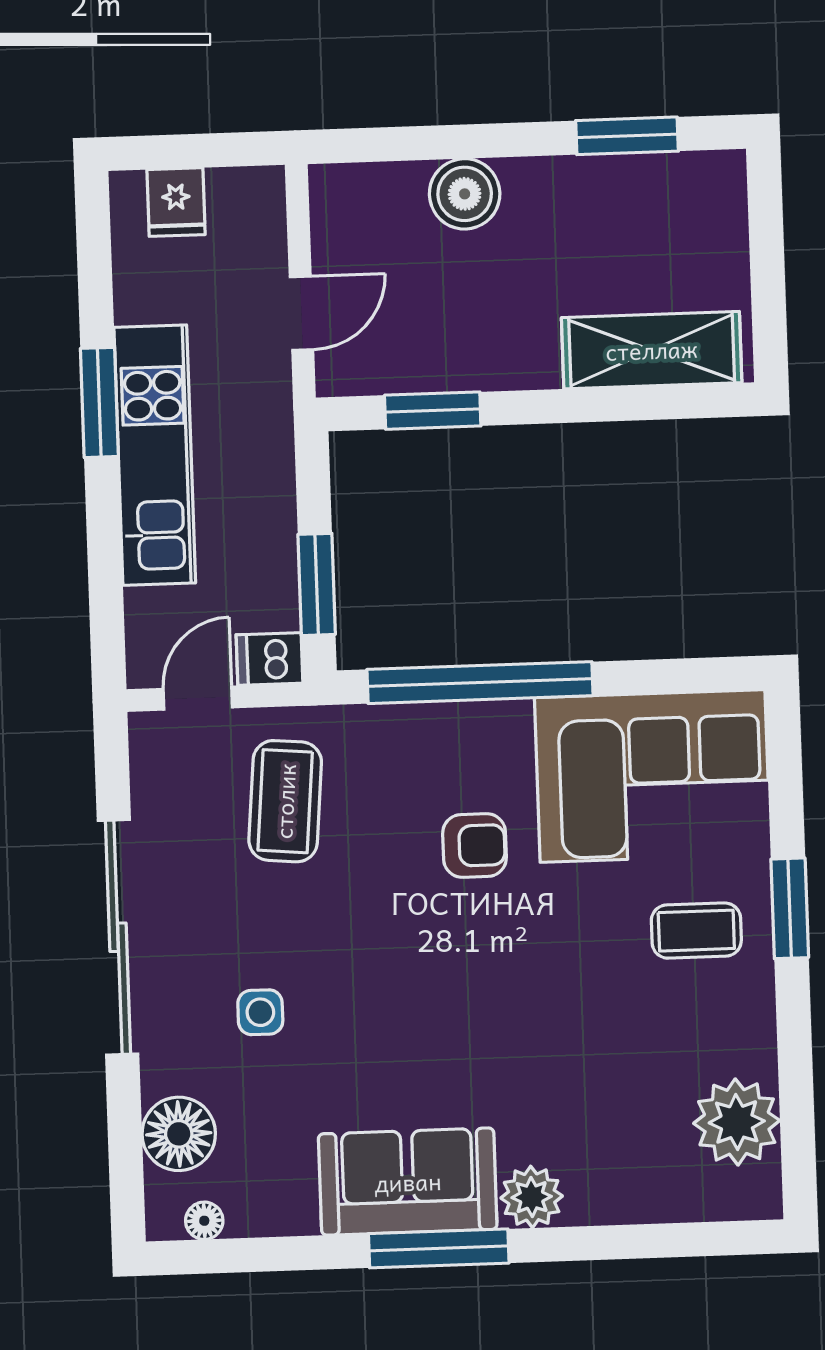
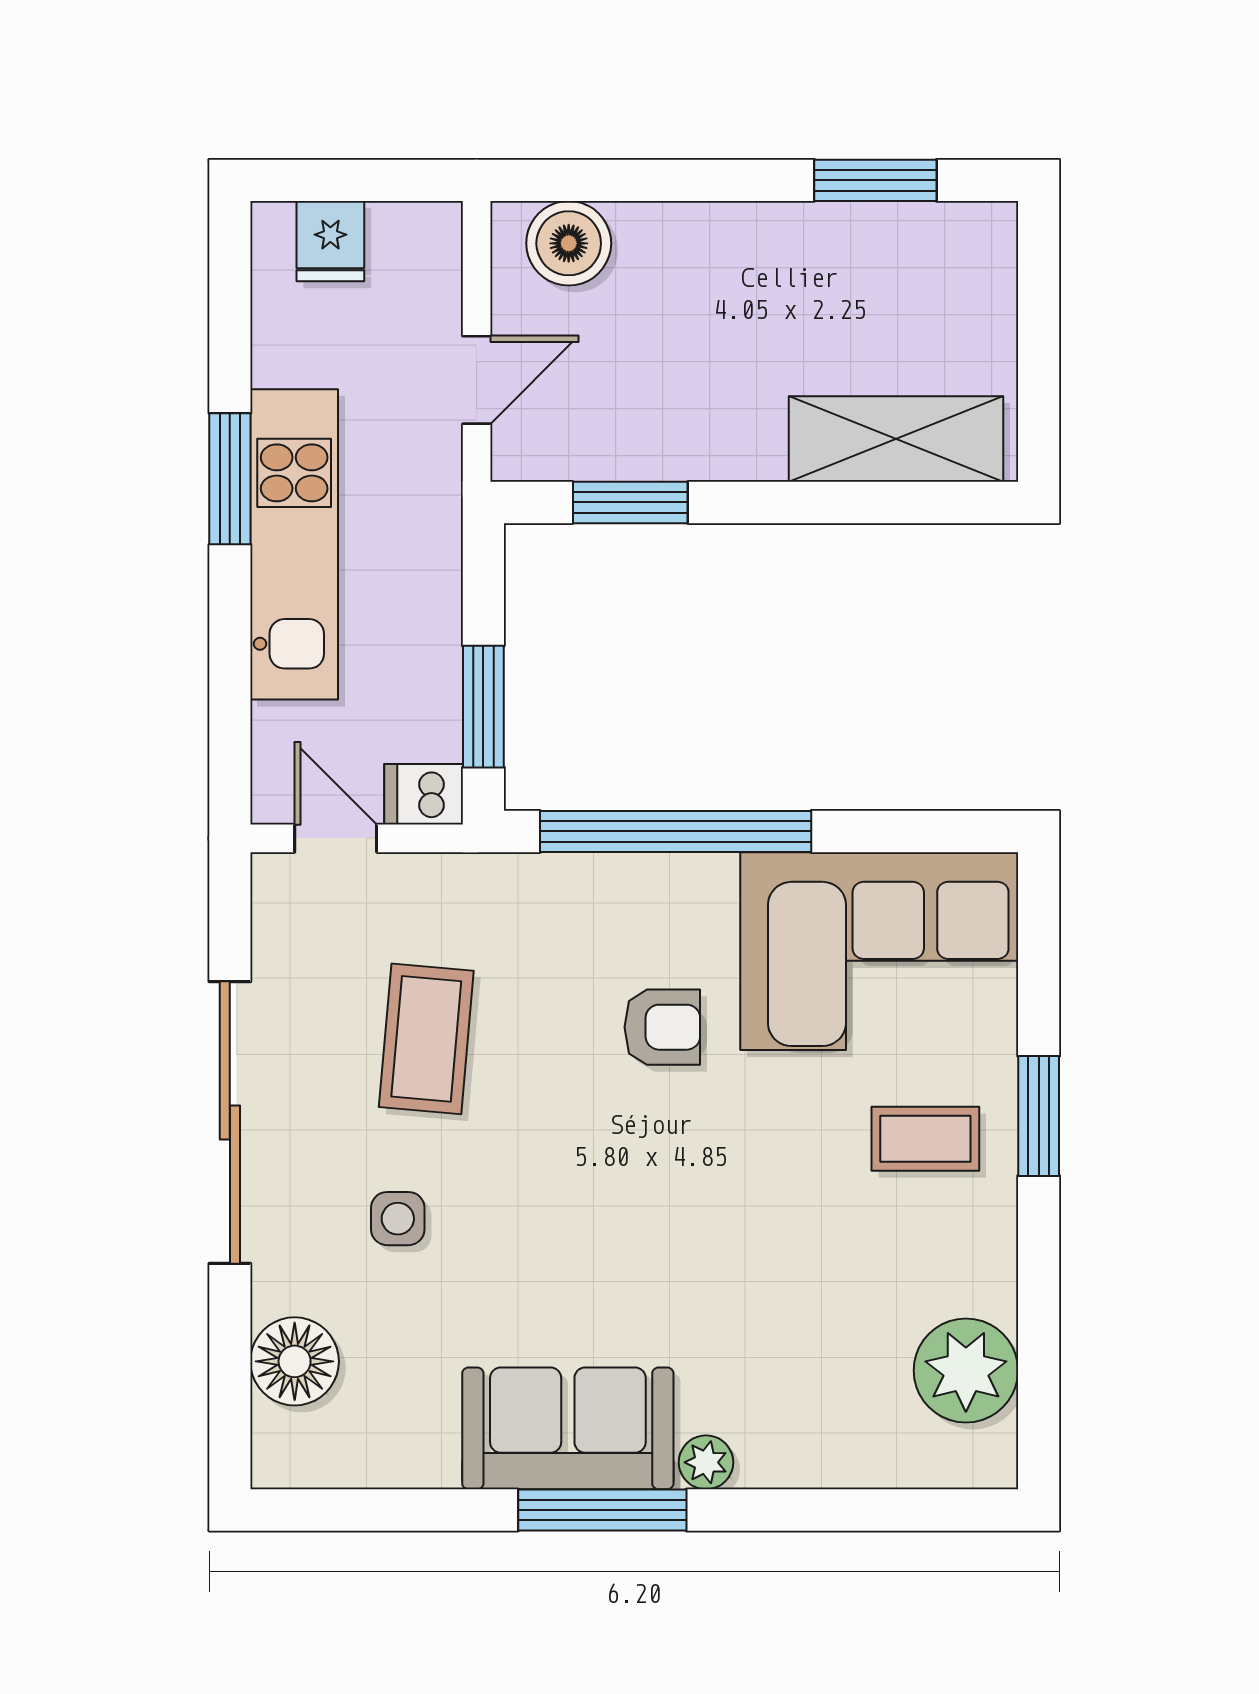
boiler: (465, 194) -> (569, 243), moved
door: (198, 698) -> (336, 838), hinge flipped
coffee table: (285, 801) -> (426, 1039), moved
plant: (532, 1197) -> (706, 1462), width x0.73, depth x0.73
floor lamp: (204, 1221) -> (322, 1467), removed

